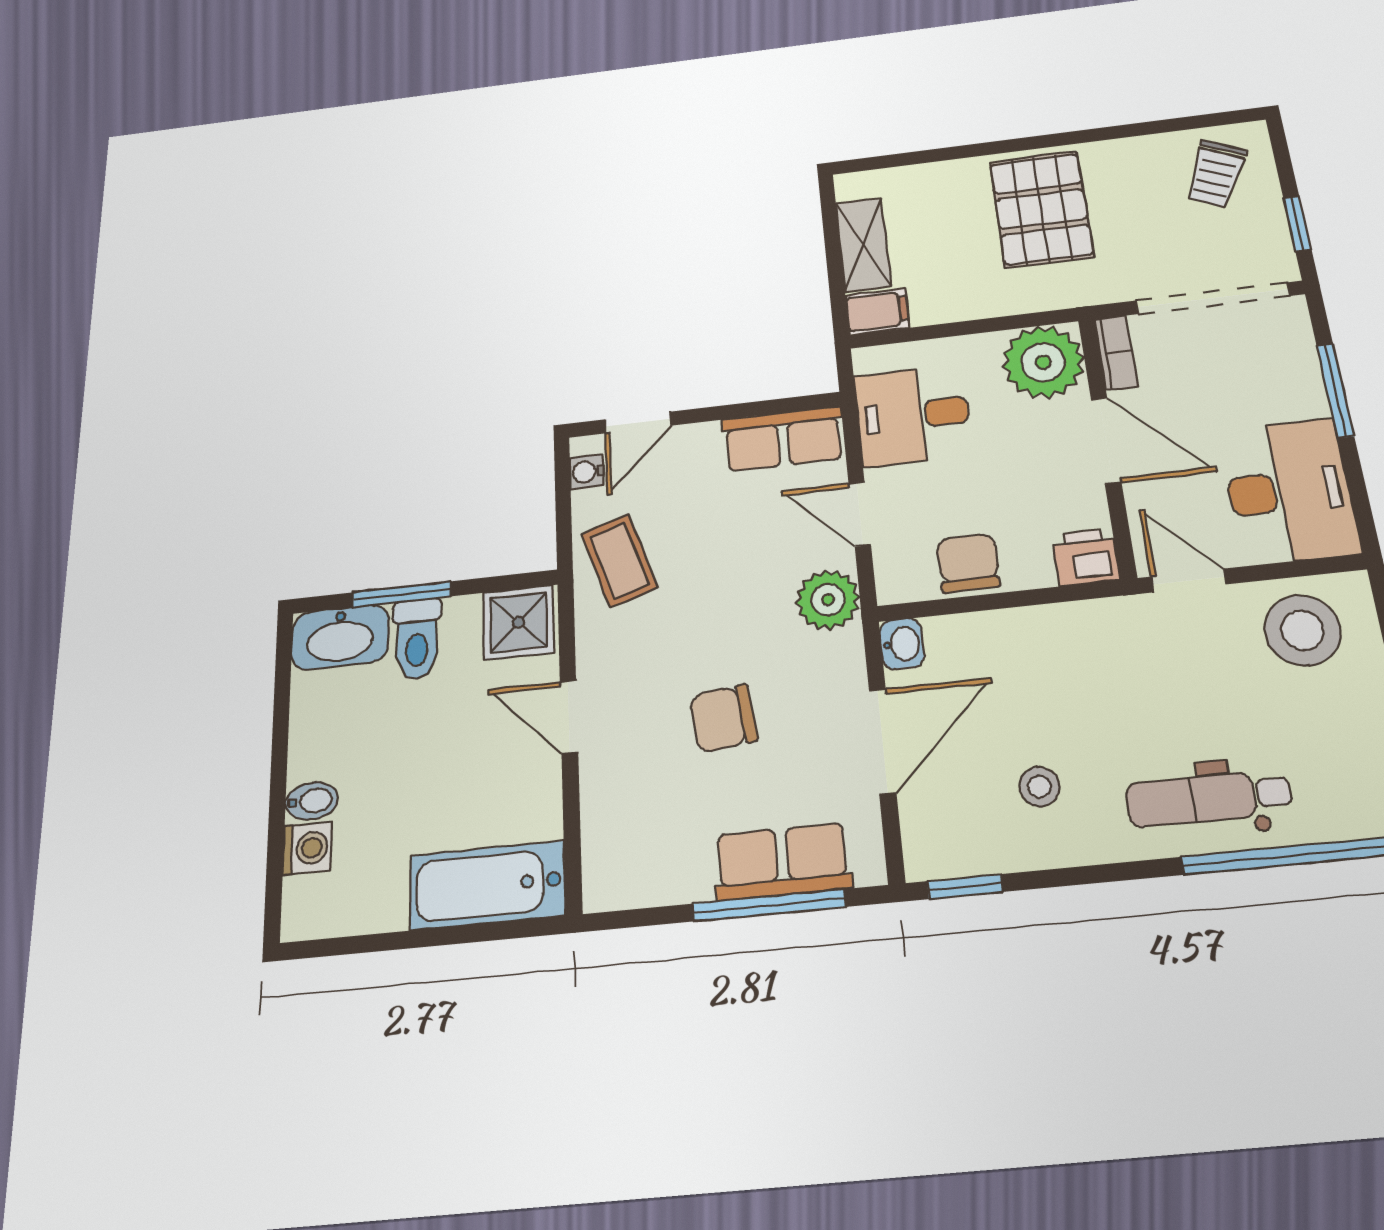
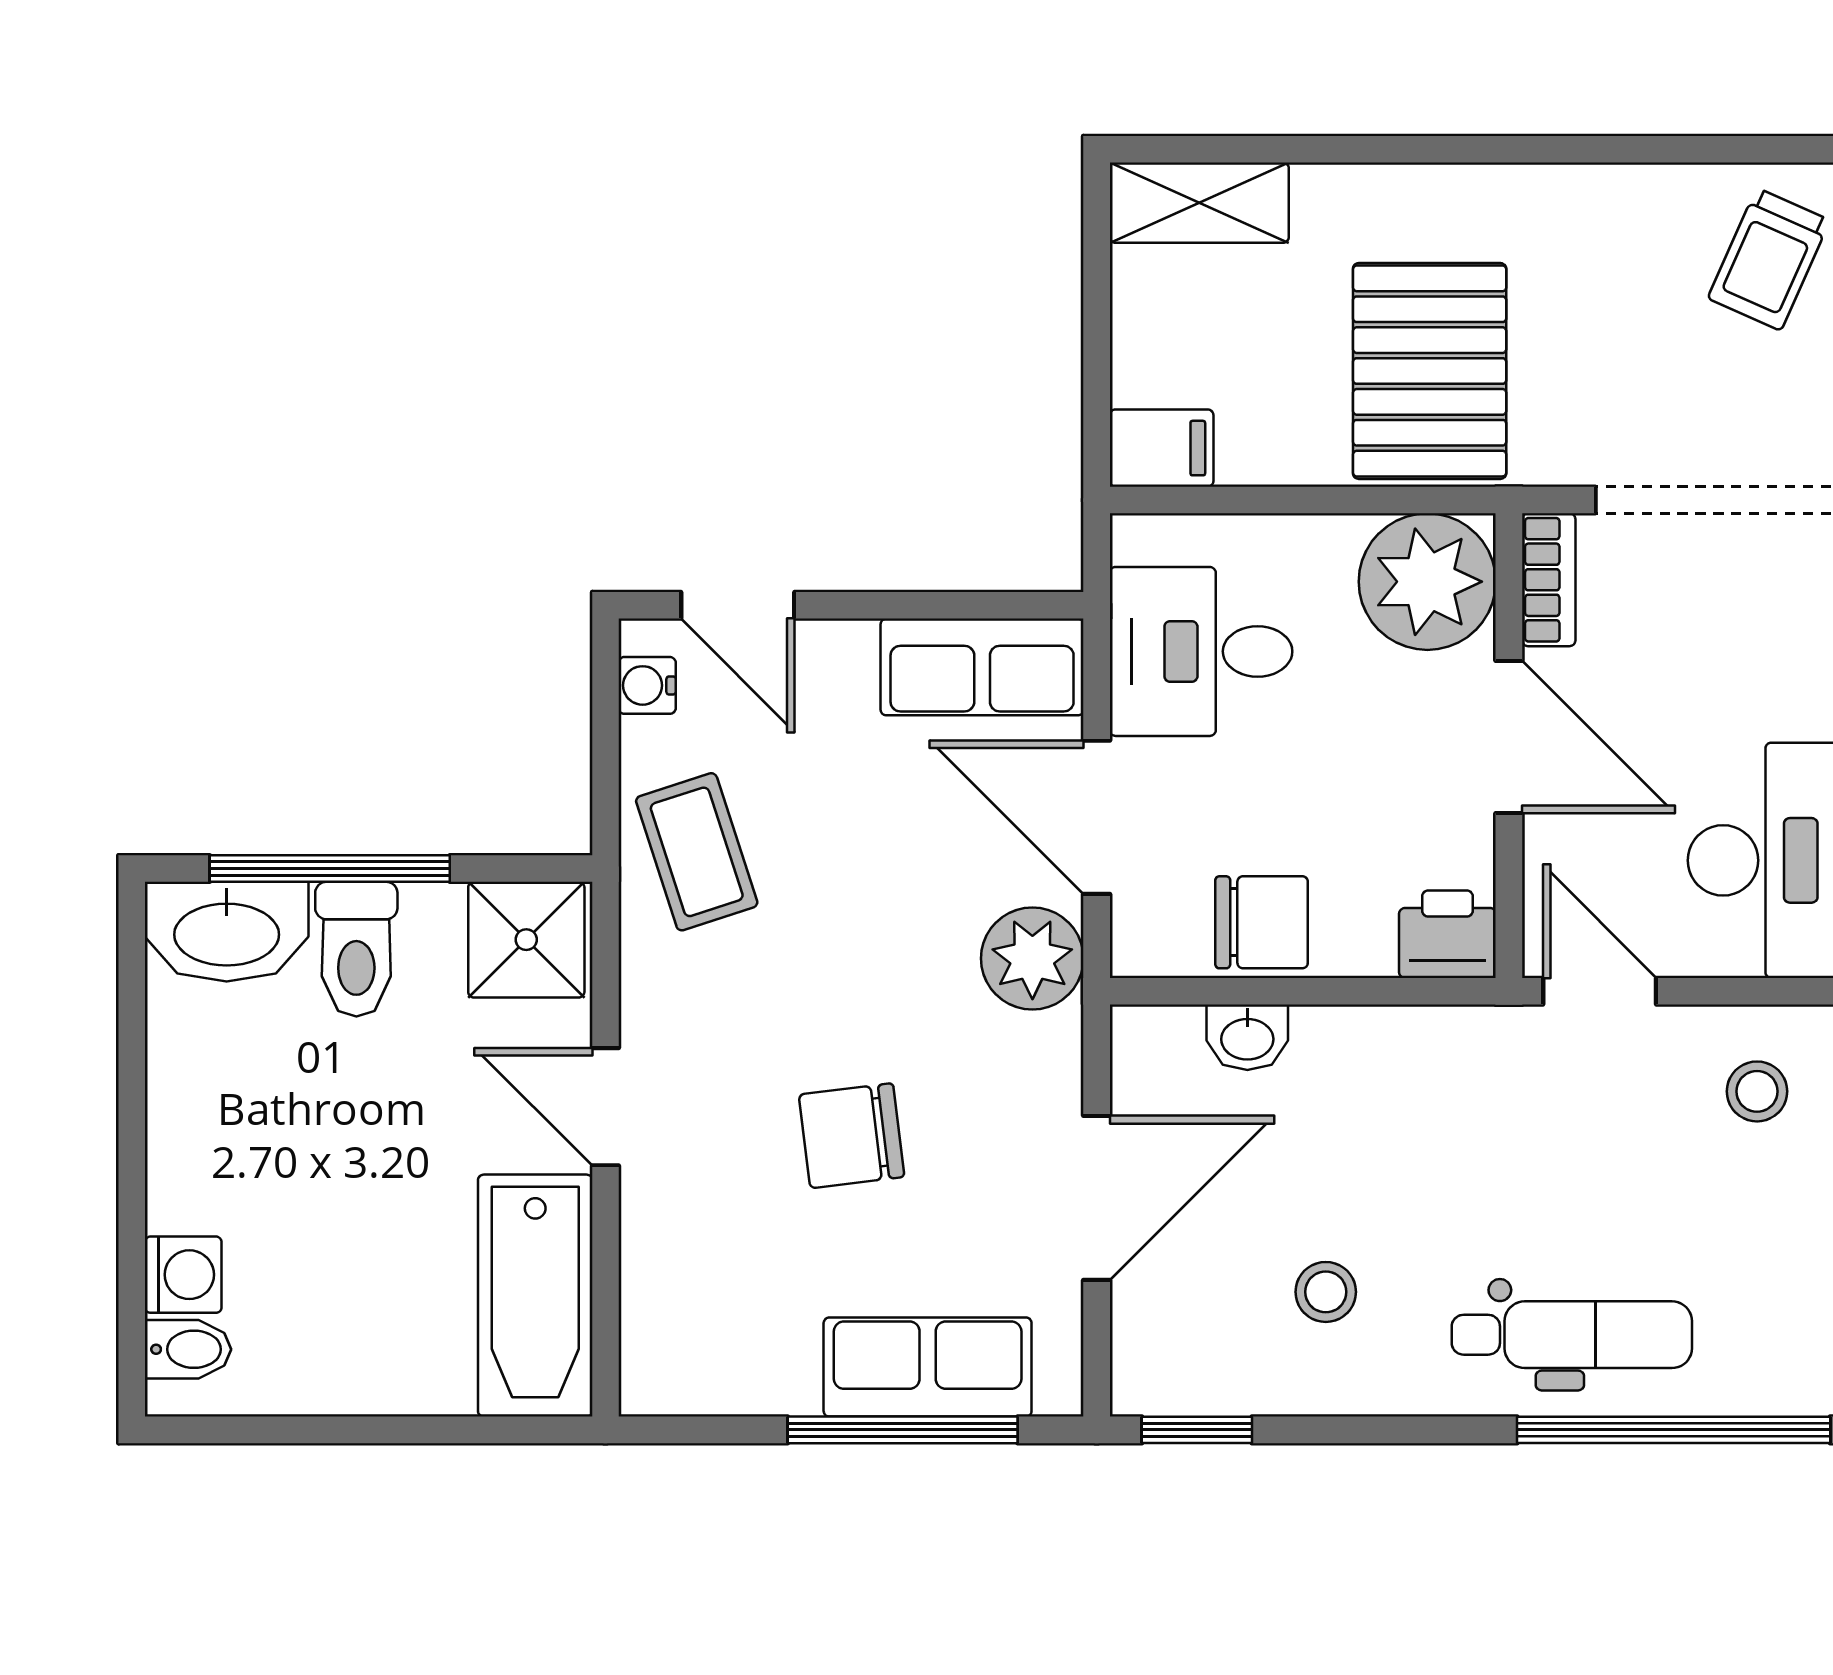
pallet: (1041, 209) -> (1430, 371), moved
shelving: (863, 244) -> (1199, 203), moved, turned 90
door: (638, 423) -> (738, 605), hinge flipped
door: (860, 514) -> (1097, 817), width x1.38
chair: (968, 563) -> (1262, 922), turned 90
window: (402, 594) -> (330, 868), width x1.44
stool: (1303, 630) -> (1757, 1091), width x0.53, depth x0.53
washbasin: (902, 644) -> (1247, 1037), moved, turned 90
dental chair: (1209, 798) -> (1572, 1335), turned 180
bidet: (312, 801) -> (188, 1349), moved
bathtub: (487, 885) -> (535, 1296), moved, turned -90

